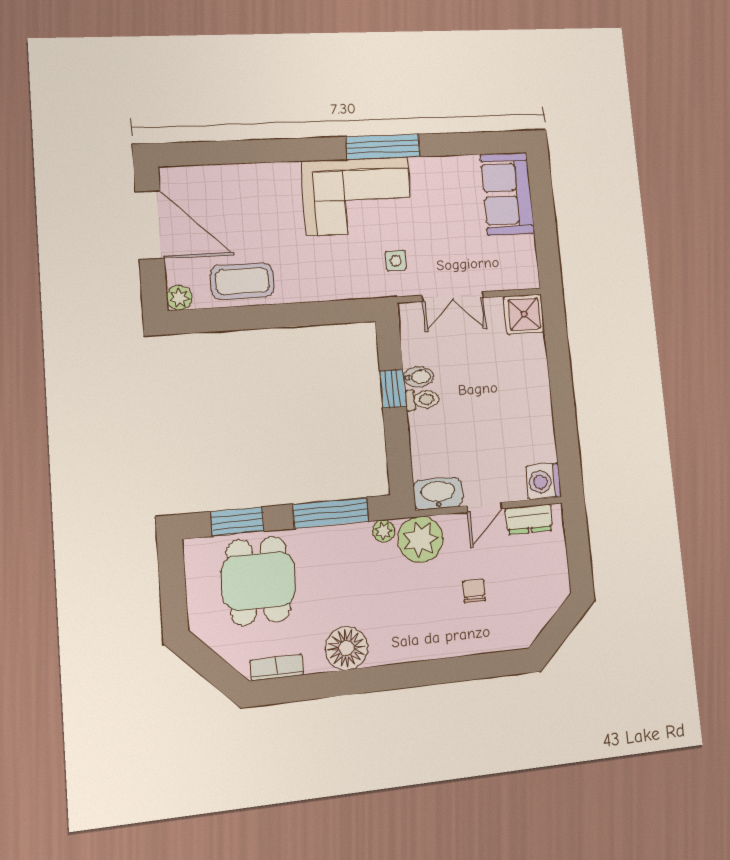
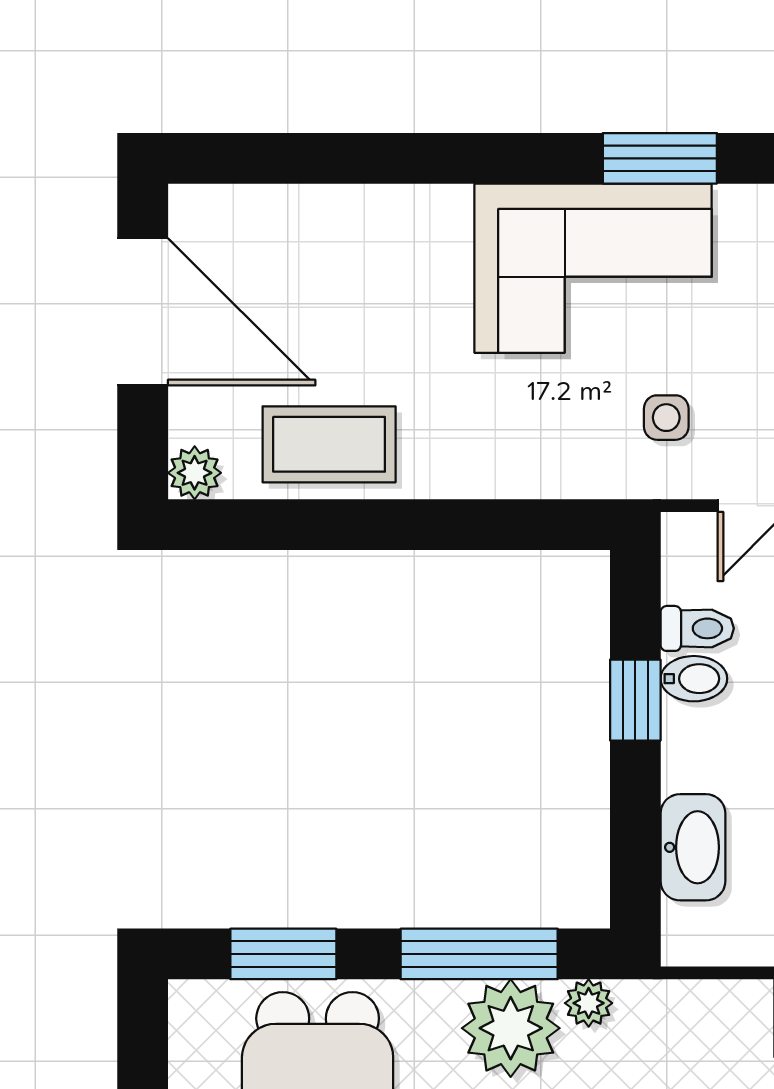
window: (383, 147) -> (660, 158), width x0.69
toilet: (422, 400) -> (697, 628), moved
washbasin: (438, 493) -> (693, 847), moved, turned 90
plant: (420, 539) -> (511, 1028), moved

